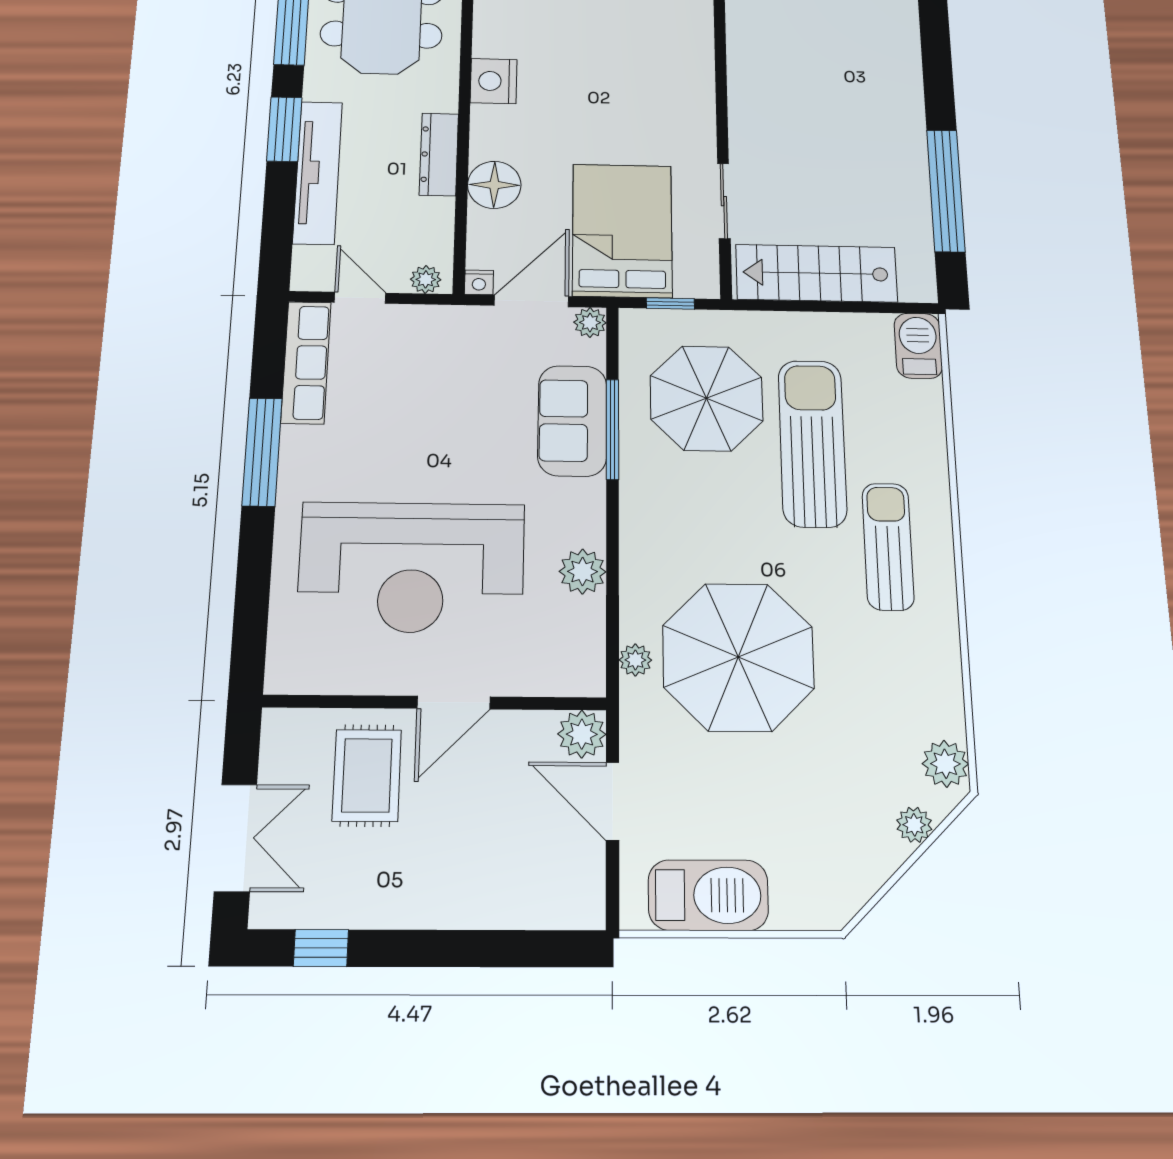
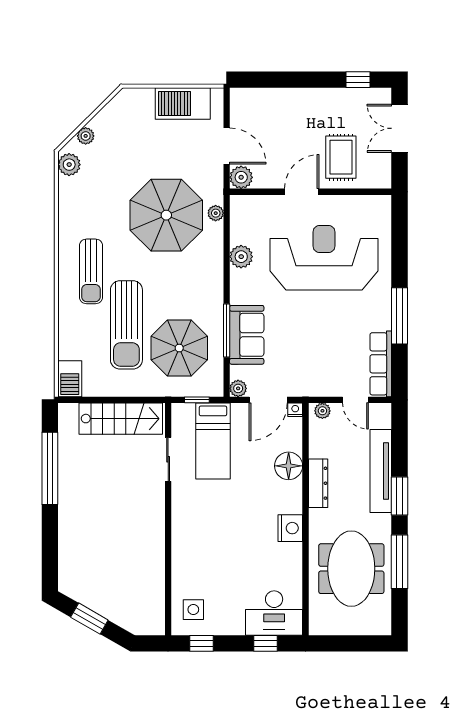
bed: (622, 230) -> (213, 441), width x0.67

